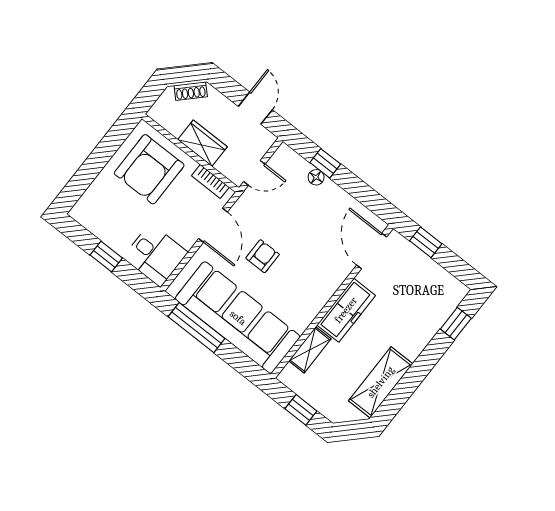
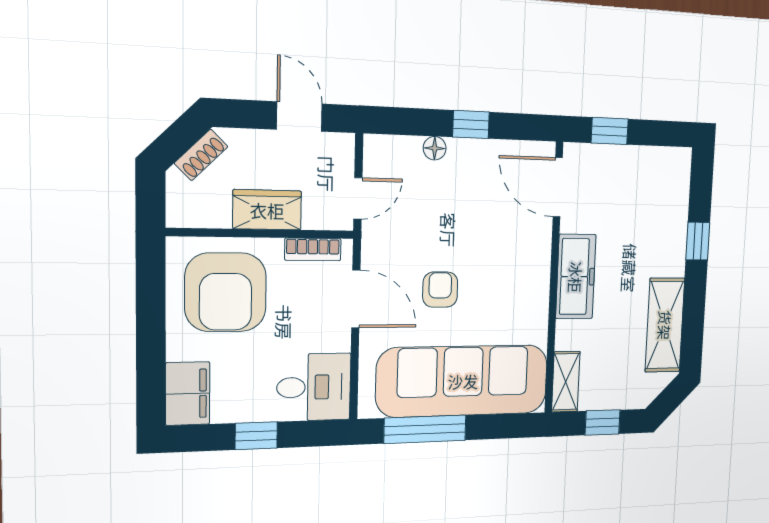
window: (325, 163) -> (471, 125), moved
filing cabinet: (90, 206) -> (188, 394), added
window: (456, 324) -> (698, 241), moved
shelving: (310, 350) -> (566, 382), moved

